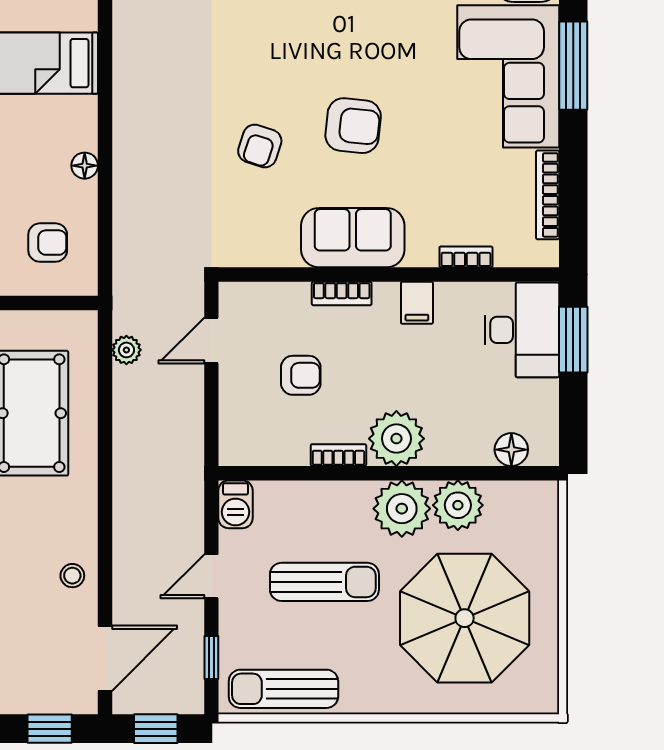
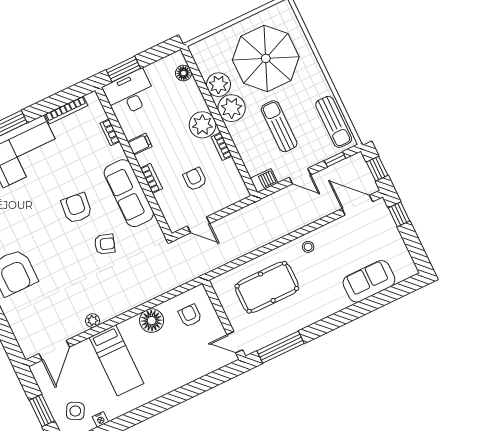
floor lamp: (85, 166) -> (152, 321), width x1.89, depth x1.89
sofa: (353, 238) -> (129, 193), width x1.36
plant: (126, 350) -> (93, 321), moved
stool: (72, 576) -> (308, 247), moved

